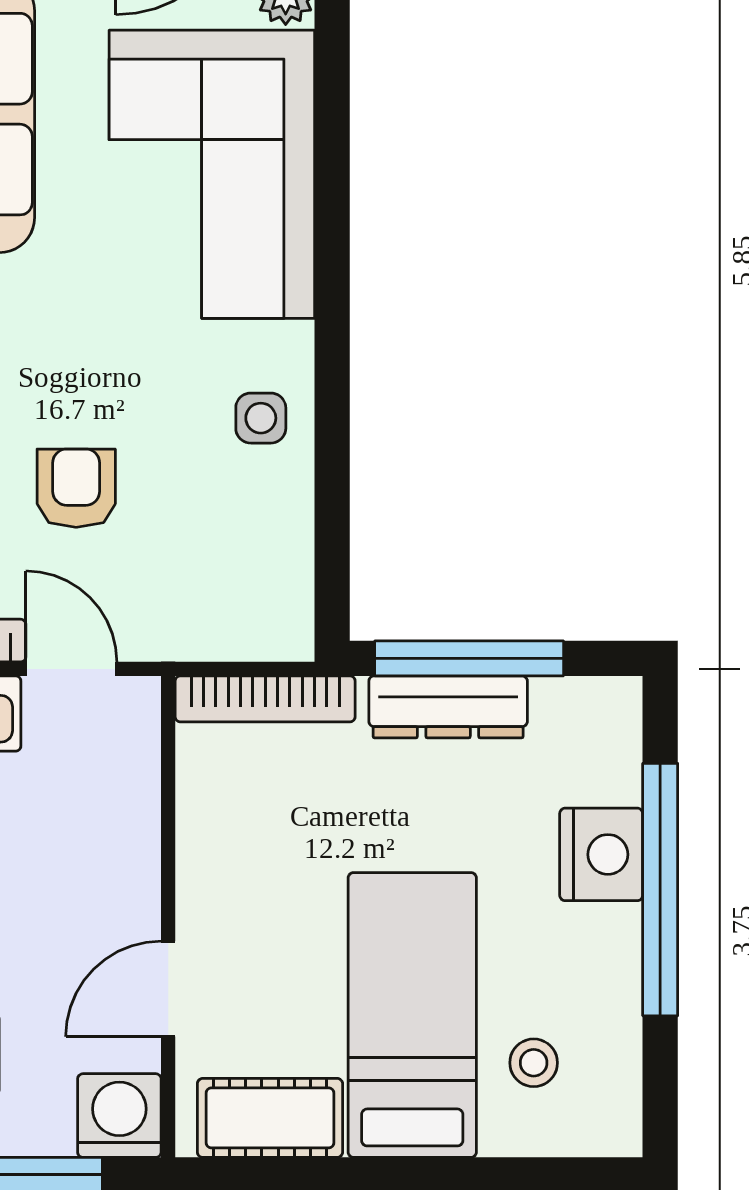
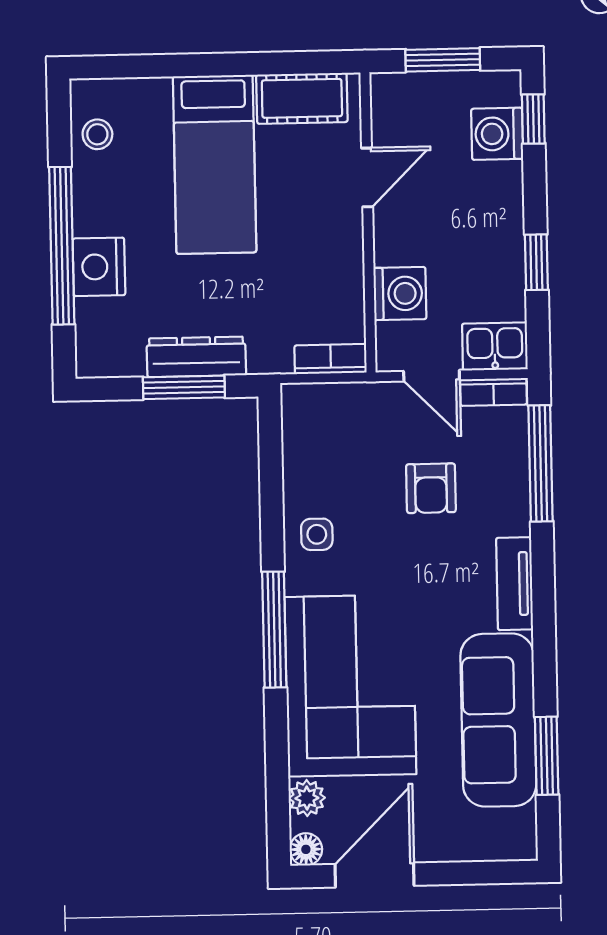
window: (332, 267) -> (274, 630), added
window: (469, 658) -> (184, 387), width x0.69
bookcase: (265, 699) -> (331, 359), width x0.64
stool: (534, 1063) -> (97, 134), moved
washing machine: (119, 1116) -> (400, 293), moved, turned -90

